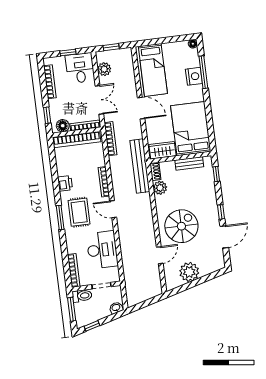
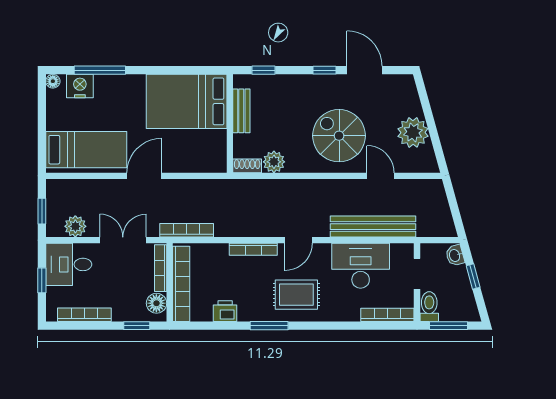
nightstand: (194, 76) -> (80, 86), moved
wardrobe: (162, 150) -> (215, 150), removed
bench: (140, 166) -> (373, 227), moved
printer: (65, 183) -> (225, 311), moved
window: (60, 217) -> (269, 326), moved
window: (92, 326) -> (473, 277), moved

